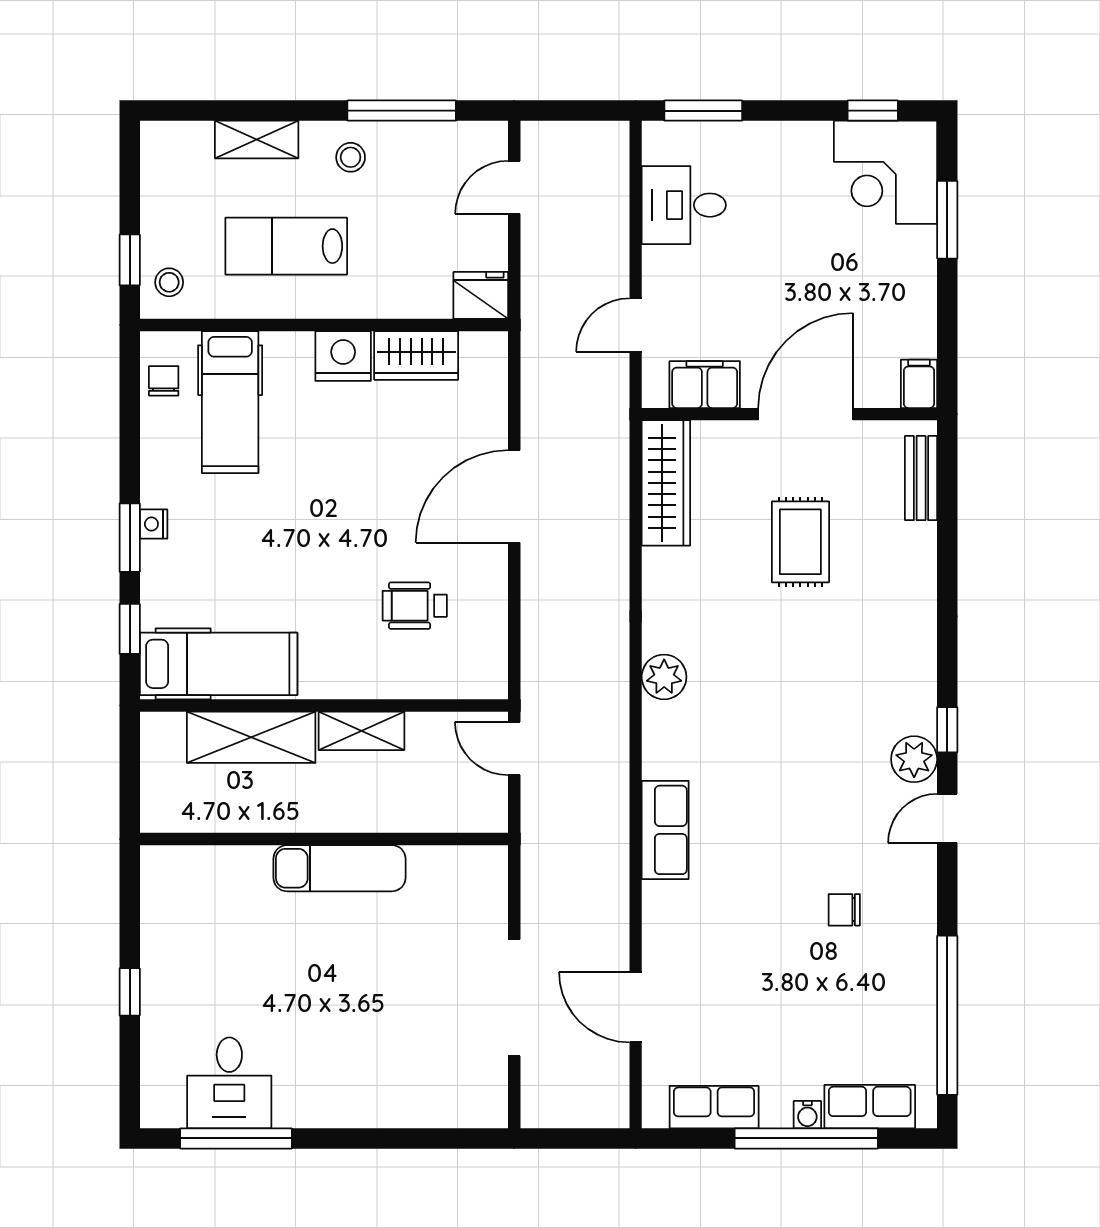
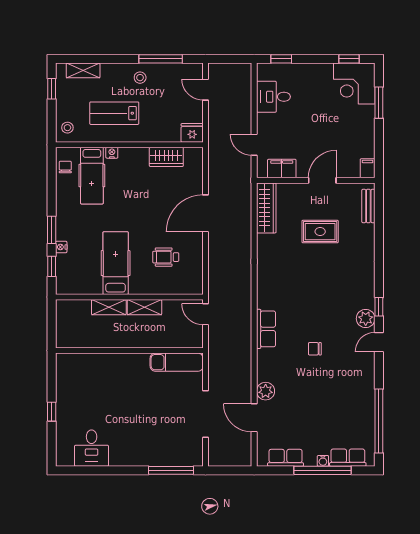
window: (703, 111) -> (281, 59), width x0.67
shelving: (257, 139) -> (83, 70), moved
door: (514, 187) -> (206, 90), hinge flipped
window: (130, 260) -> (52, 89), moved
door: (636, 325) -> (254, 145), hinge flipped
nightstand: (343, 356) -> (112, 153), moved, width x0.53, depth x0.56
door: (806, 414) -> (322, 180), width x0.73
nightstand: (154, 524) -> (61, 247), moved
rug: (800, 542) -> (320, 232), turned 90
hospital bed: (219, 664) -> (116, 263), moved, turned -90
plant: (664, 677) -> (266, 391), moved
shelving: (251, 737) -> (109, 307), width x0.67, depth x0.75
row of seats: (665, 830) -> (266, 329), moved
exam couch: (339, 868) -> (177, 362), moved
chair: (844, 910) -> (315, 349), moved
window: (236, 1138) -> (171, 470), moved

